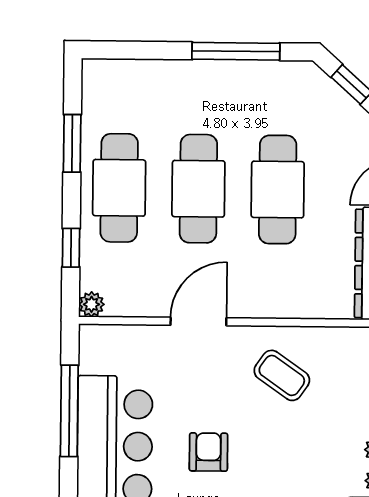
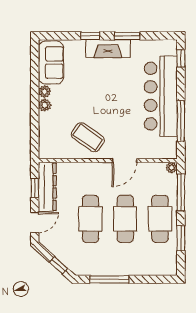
window: (71, 248) -> (181, 192), width x2.17
coffee table: (282, 375) -> (88, 137), width x1.36, depth x1.30
armchair: (208, 452) -> (120, 103), removed

